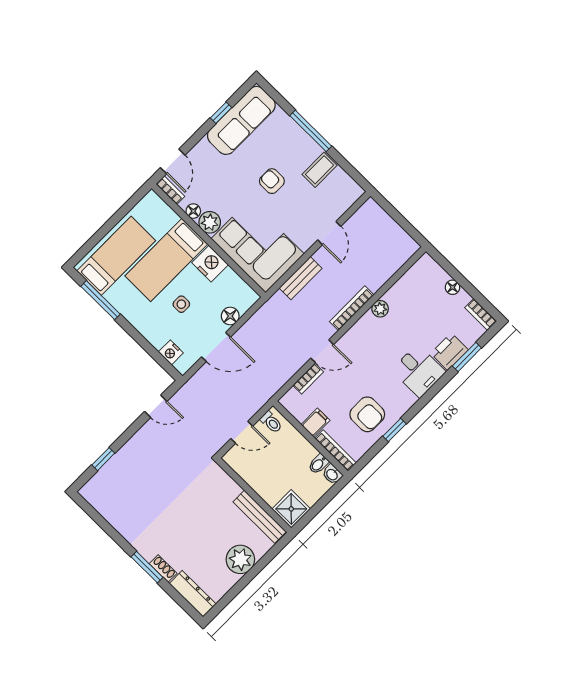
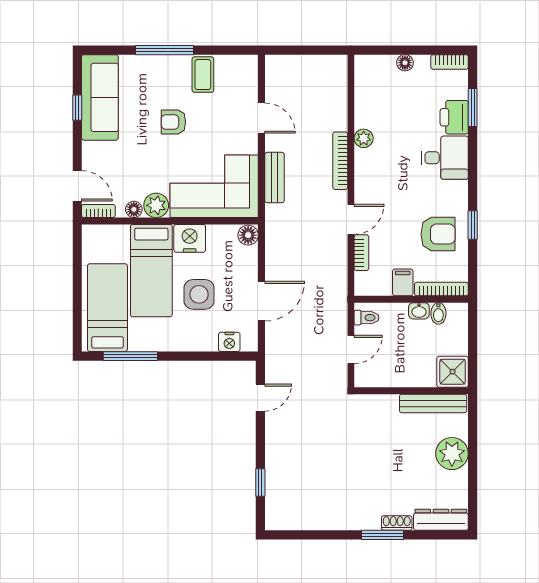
side table: (181, 304) -> (199, 294), width x1.87, depth x1.87
floor lamp: (230, 316) -> (248, 235), moved
washbasin: (332, 474) -> (419, 311), moved

